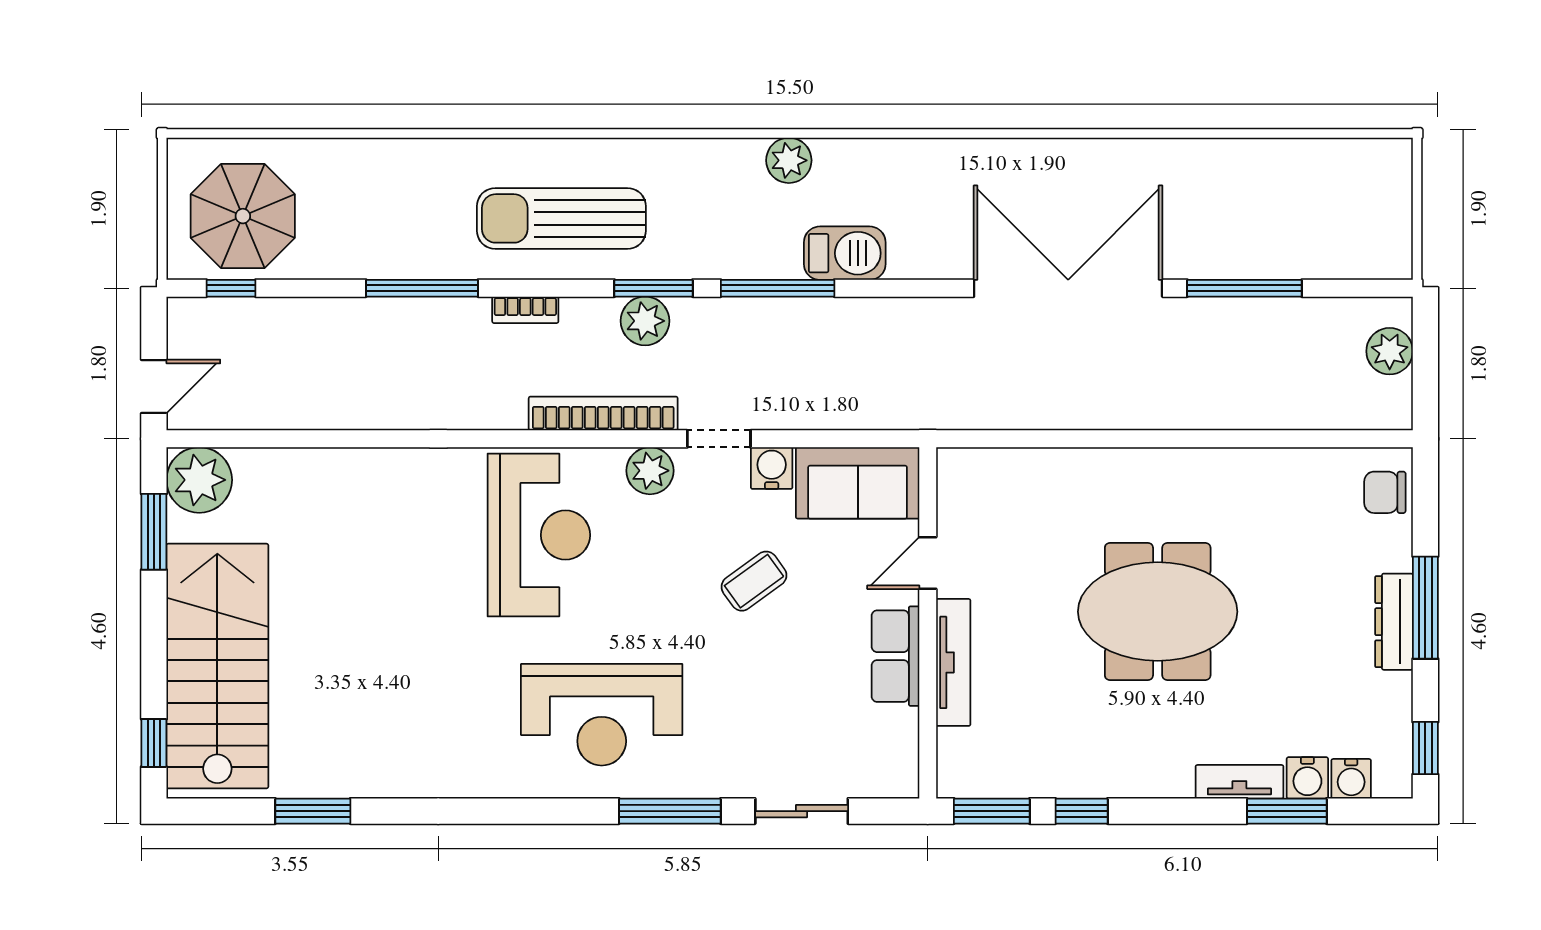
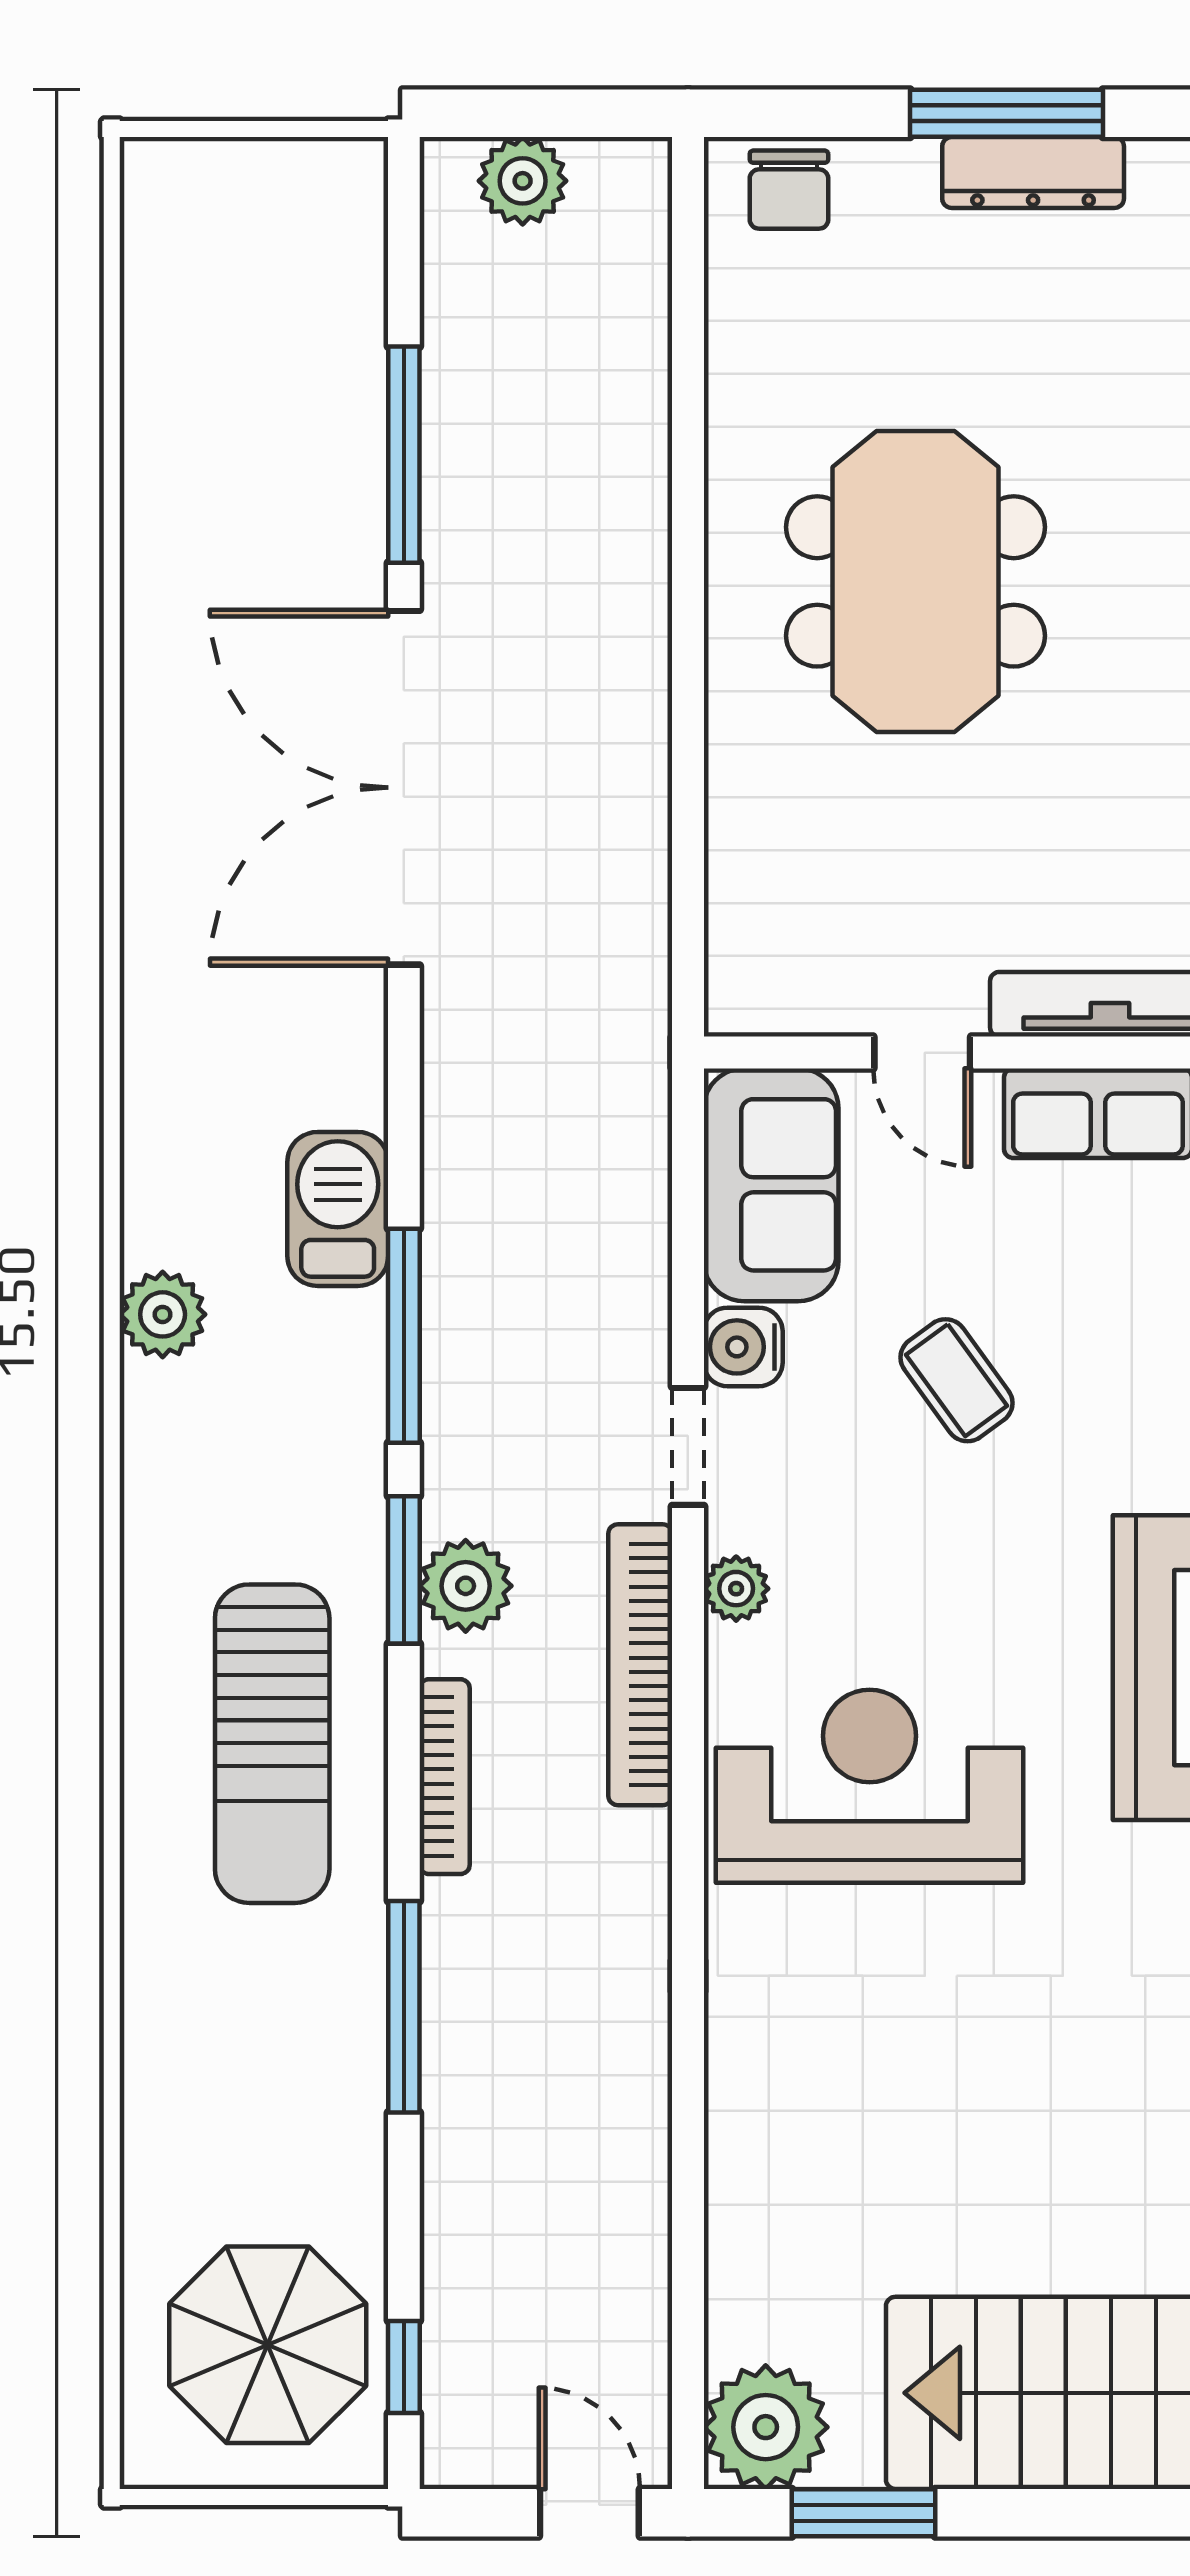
bookcase: (525, 310) -> (445, 1777), width x1.56
plant: (650, 471) -> (736, 1589), width x0.73, depth x0.73
meeting table: (1158, 612) -> (915, 581), moved

